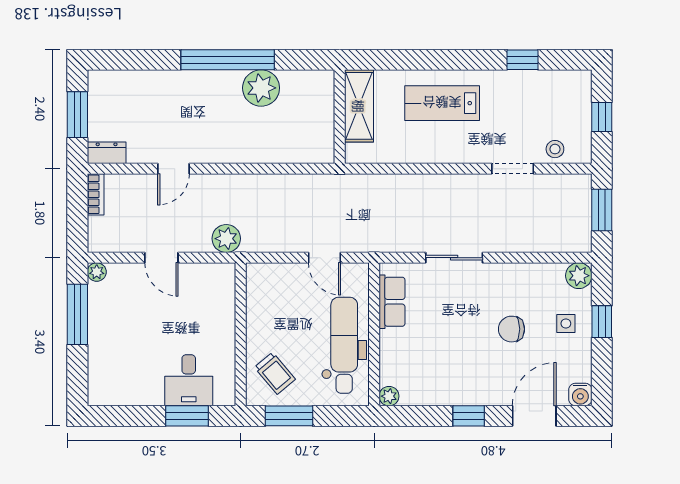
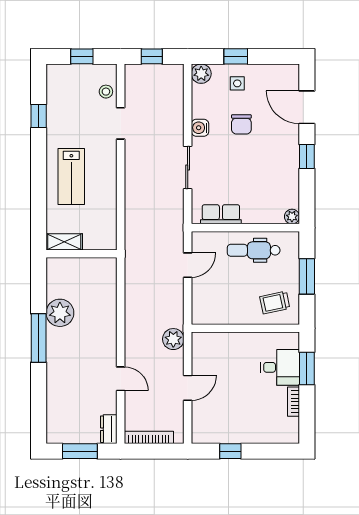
window: (228, 60) -> (39, 338), width x0.68
shelving: (359, 106) -> (64, 242), width x0.67, depth x0.75
bookcase: (96, 194) -> (149, 437), width x1.56
window: (602, 210) -> (152, 56), width x0.67
plant: (97, 272) -> (198, 437), removed
window: (77, 314) -> (230, 451), width x0.46
dental chair: (344, 345) -> (254, 250), width x0.73, depth x0.72
trolley: (275, 373) -> (275, 303), turned -152
water cooler: (580, 395) -> (200, 128), moved, turned 180
bookcase: (143, 398) -> (293, 402), added
window: (289, 416) -> (307, 276), moved

